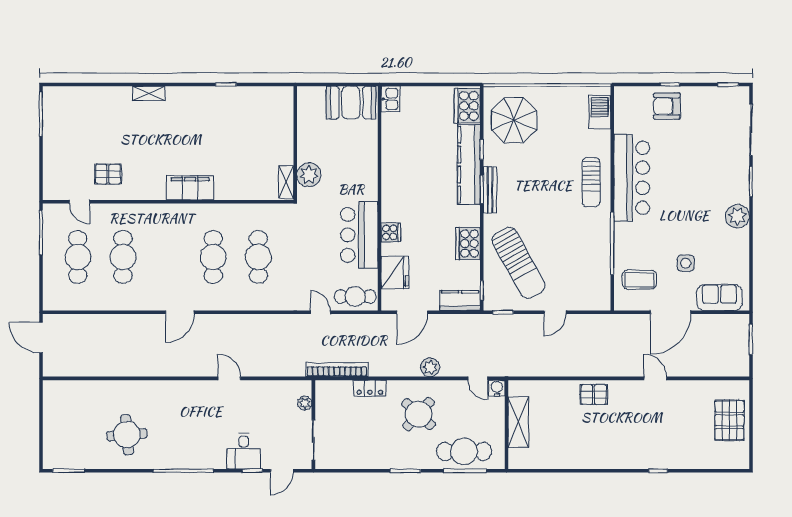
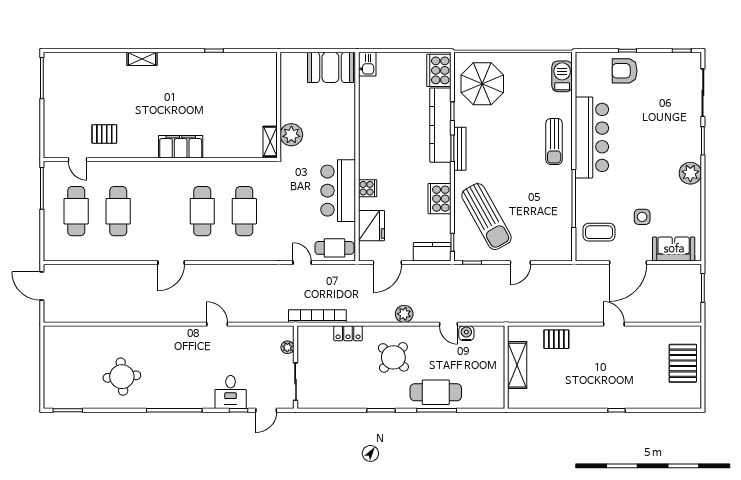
shelving: (518, 422) -> (517, 365), moved
wall: (507, 425) -> (506, 367), moved

